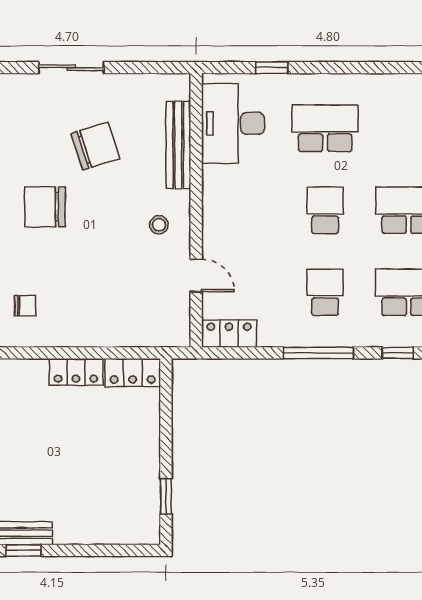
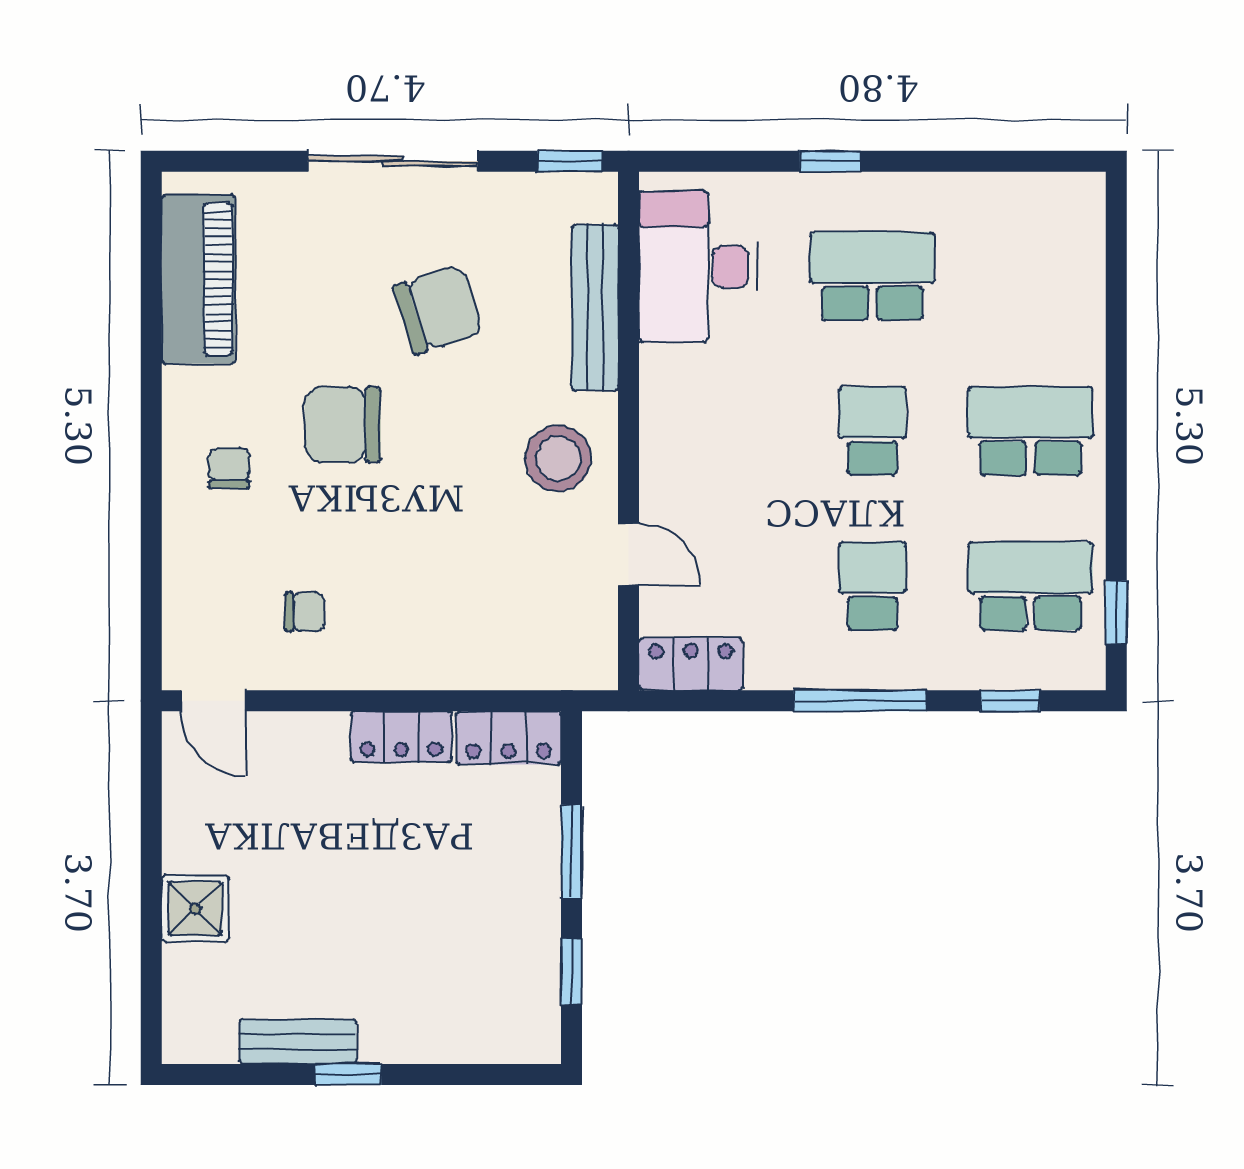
sliding door: (71, 68) -> (393, 161), width x1.37
window: (165, 68) -> (570, 161), added
window: (272, 68) -> (830, 161), moved
stool: (159, 225) -> (558, 458), width x1.89, depth x1.89
window: (166, 433) -> (572, 851), added
window: (24, 550) -> (348, 1074), moved

